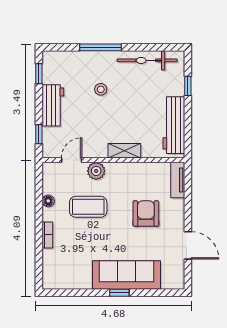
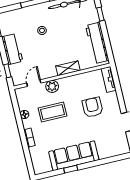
sofa: (127, 275) -> (74, 156), moved
window: (119, 293) -> (71, 169), moved

